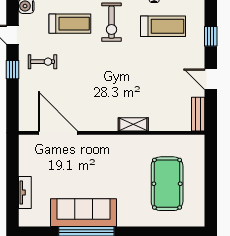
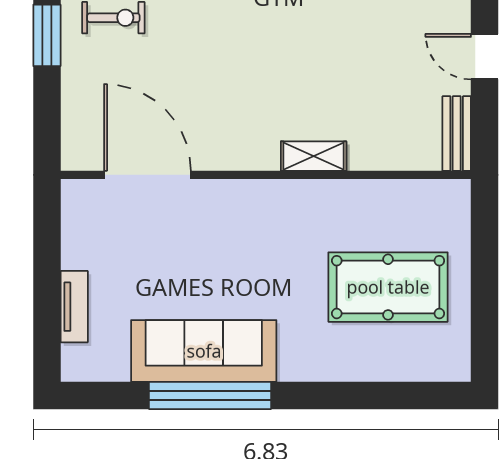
window: (12, 70) -> (47, 35), width x1.50
pool table: (167, 184) -> (388, 287), turned 90

